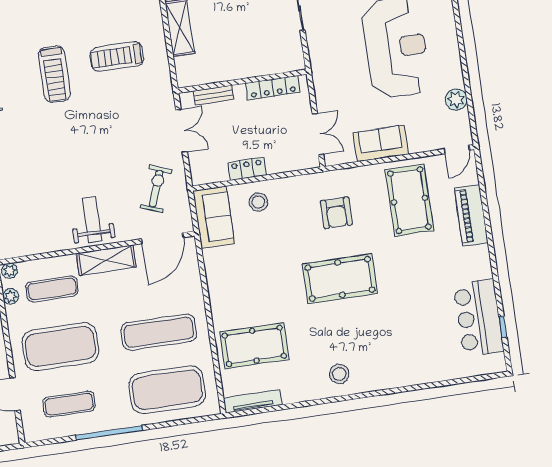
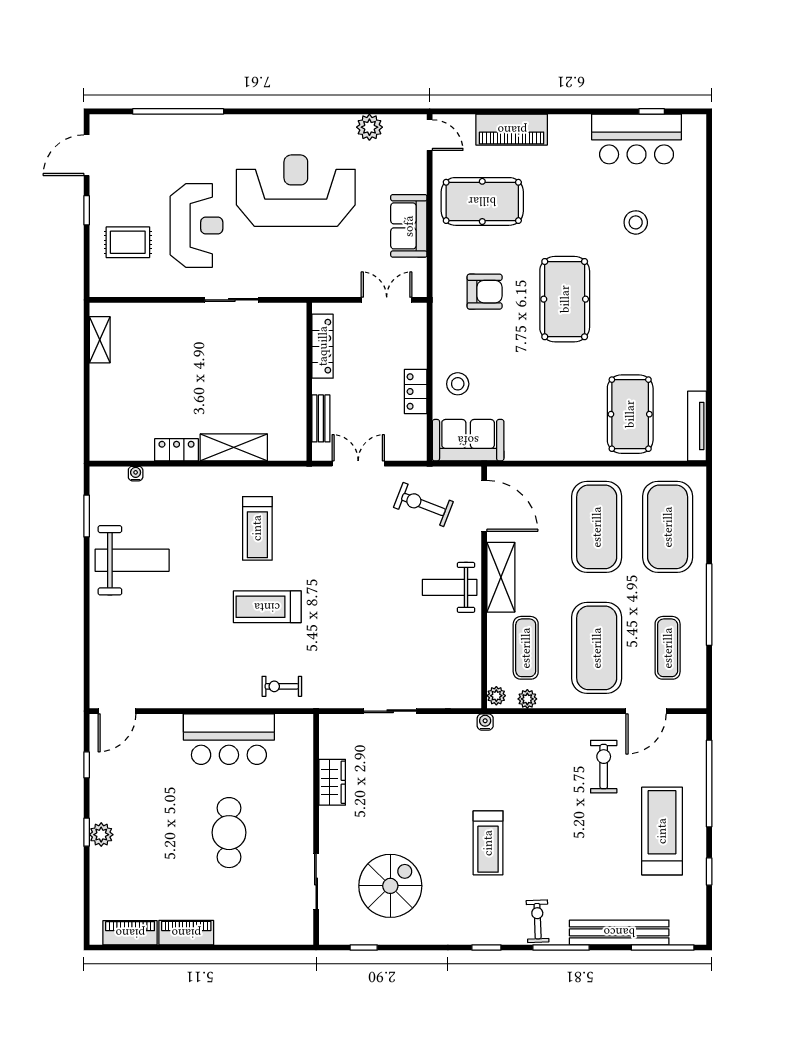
treadmill: (54, 74) -> (267, 607), turned 180
exercise mat: (159, 332) -> (597, 527), width x1.47
stool: (339, 374) -> (636, 222), moved

